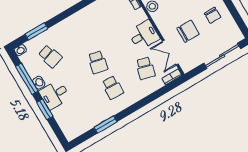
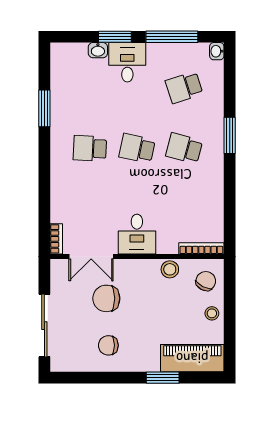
window: (36, 31) -> (230, 135), moved
chair: (188, 31) -> (106, 298), turned 90
double door: (170, 53) -> (91, 257), swing flipped
school desk: (145, 68) -> (184, 148), moved
washbasin: (39, 83) -> (98, 50), moved

